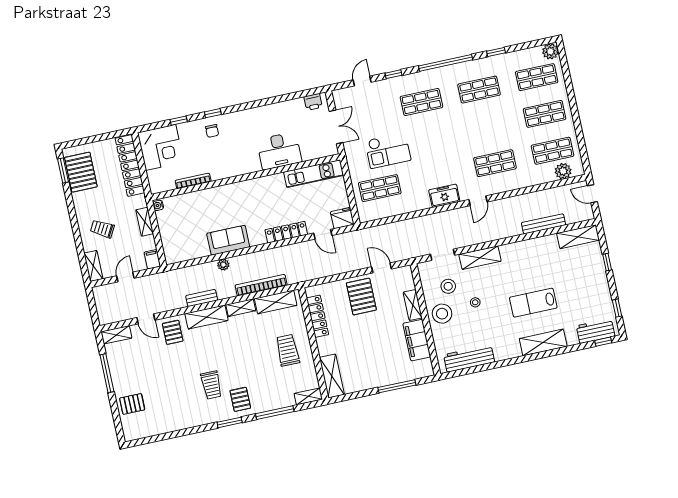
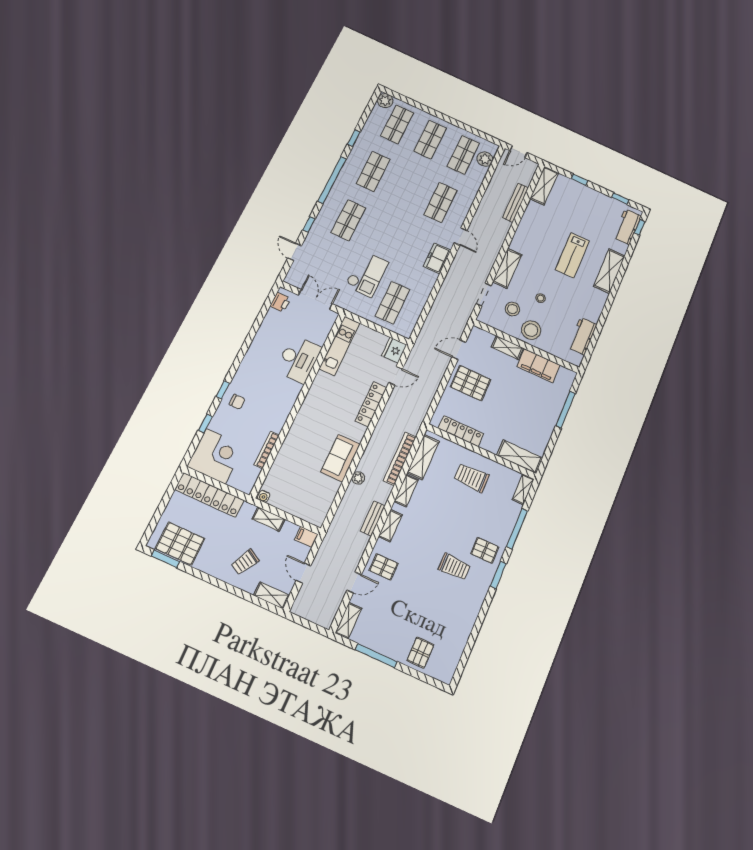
shelving: (207, 317) -> (390, 526), width x0.67, depth x0.75
workbench: (469, 358) -> (583, 336), width x0.73

